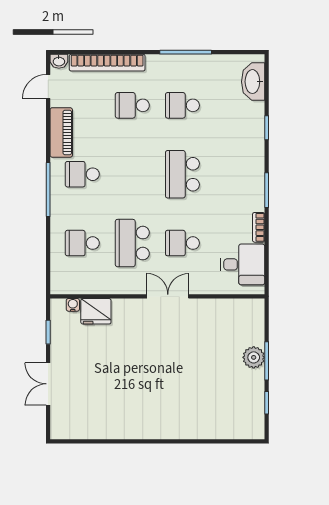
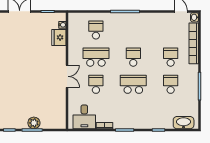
piano: (61, 132) -> (156, 19), removed
school desk: (82, 174) -> (133, 57), moved

